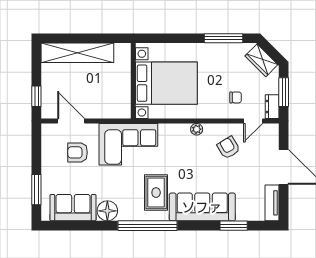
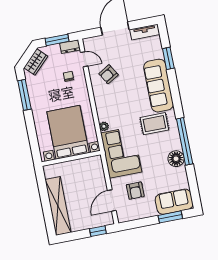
plant: (197, 129) -> (104, 126), moved
sofa: (73, 208) -> (174, 202), moved, turned 90
window: (147, 226) -> (185, 141), moved

